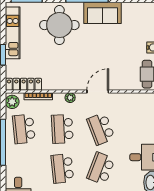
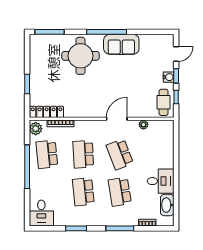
kitchen unit: (13, 33) -> (36, 63), removed
plant: (70, 98) -> (143, 125), moved
school desk: (101, 168) -> (120, 192), turned -30

